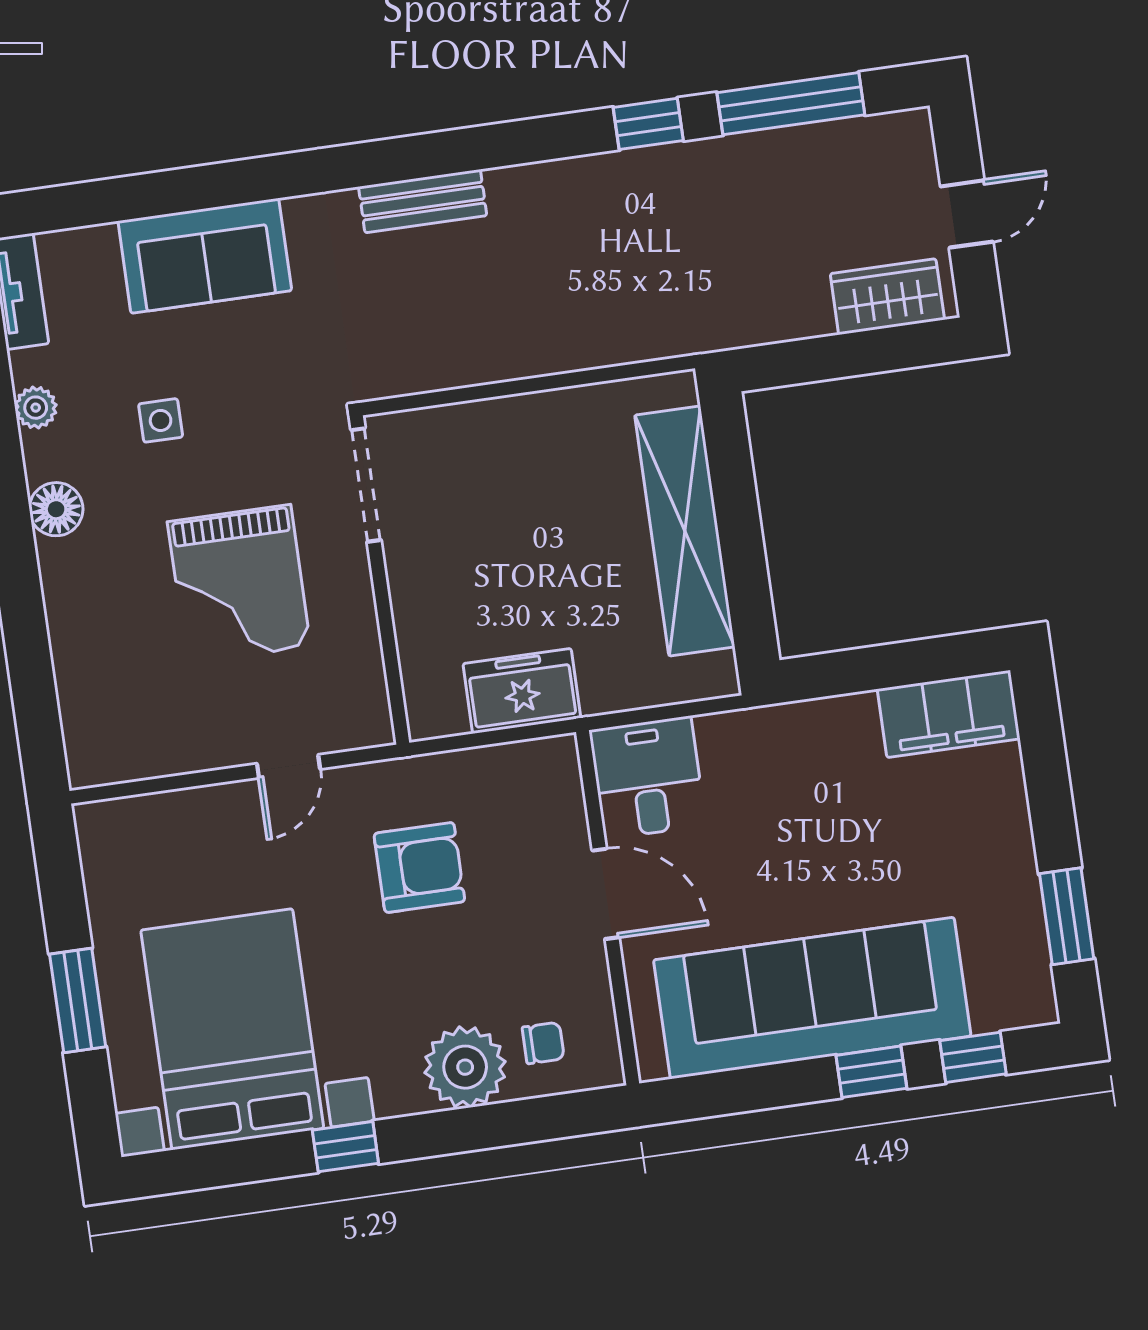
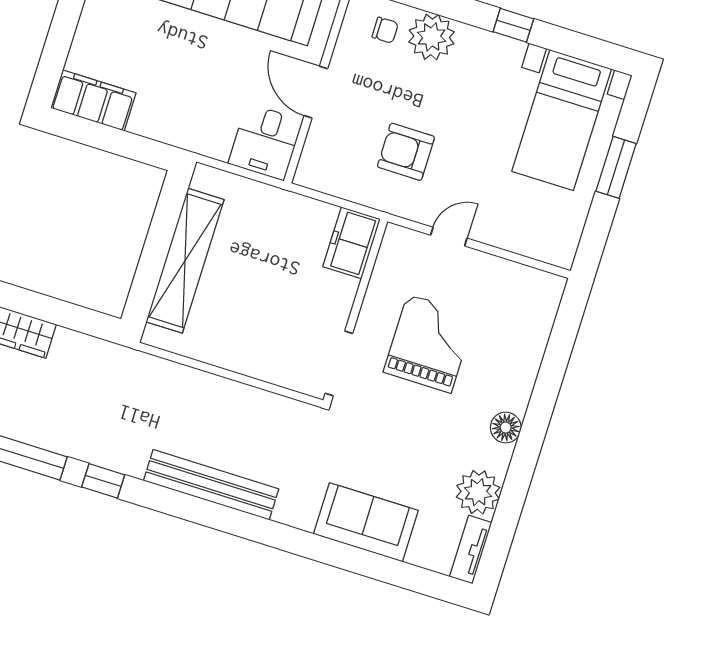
bench: (423, 201) -> (211, 485), width x1.86, depth x1.21
plant: (36, 408) -> (478, 492), width x1.87, depth x1.87
side table: (161, 420) -> (430, 448), removed
freezer: (522, 691) -> (352, 243), moved, turned 90
bed with nightstands: (232, 1029) -> (562, 120), width x0.73
chair: (543, 1043) -> (385, 30), turned 180

